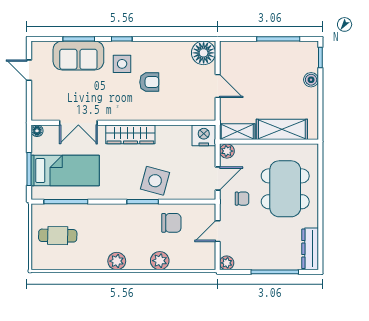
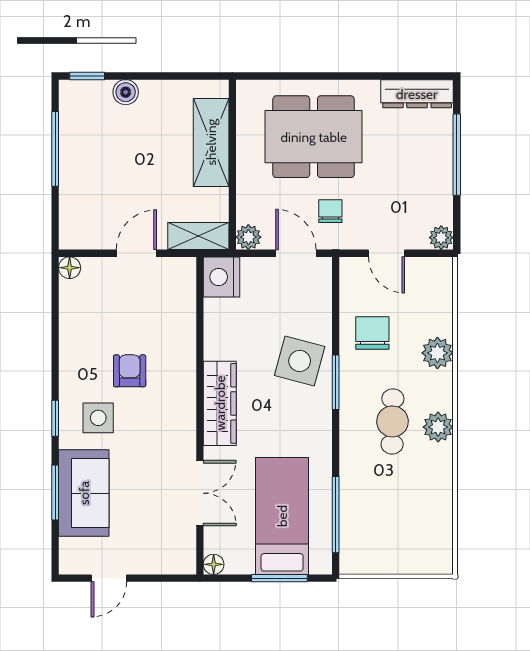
floor lamp: (204, 53) -> (70, 268), width x0.53, depth x0.53
shelving: (237, 132) -> (198, 236), moved, turned 90
cafe table: (58, 236) -> (392, 421), moved

